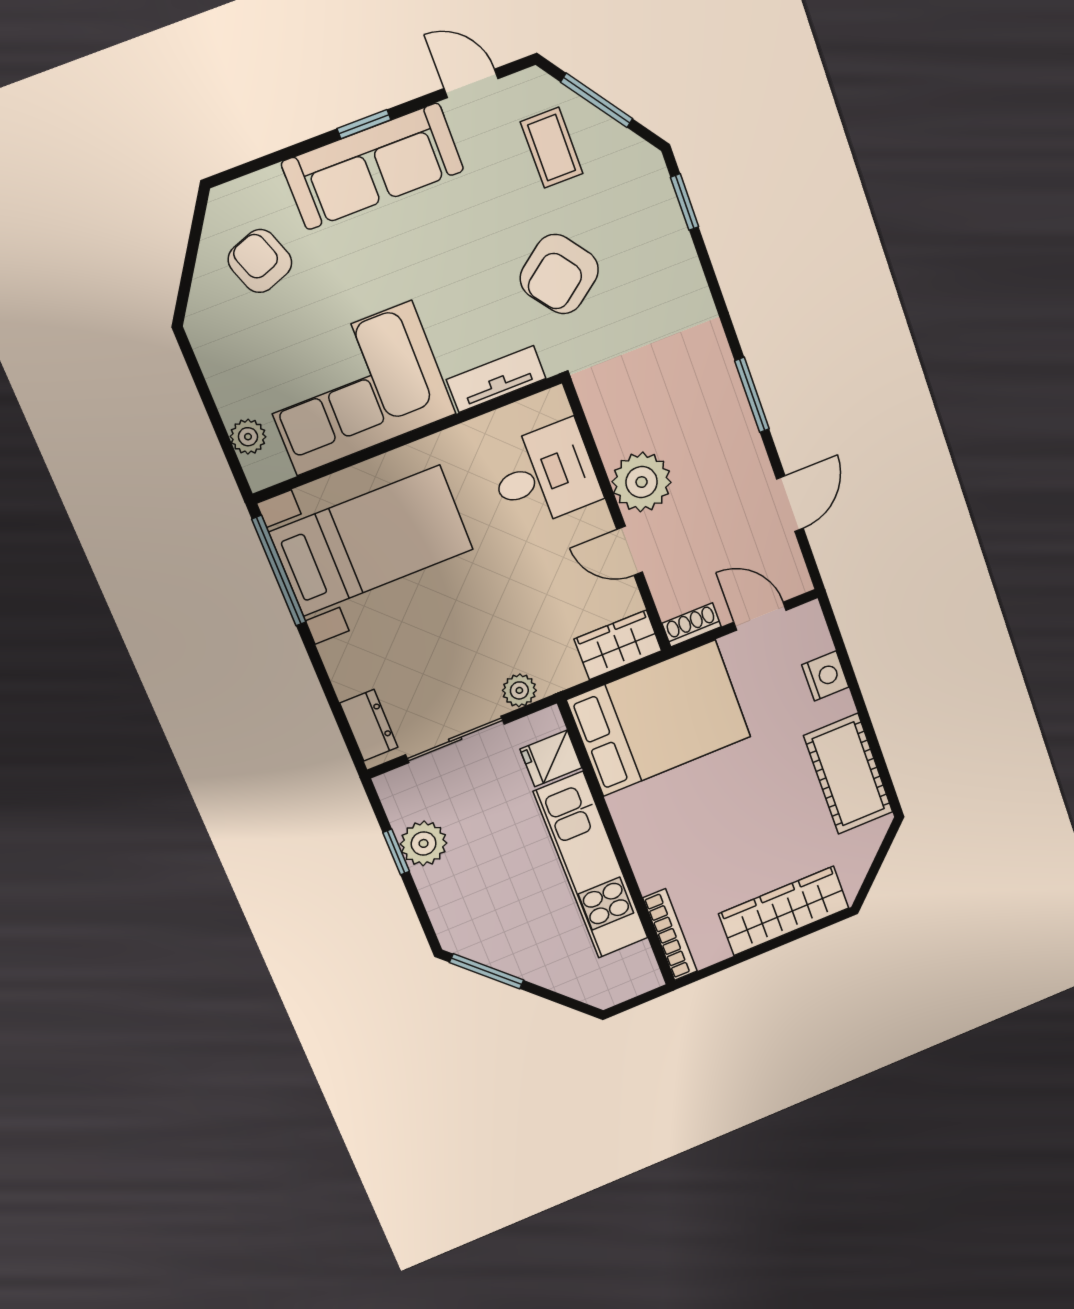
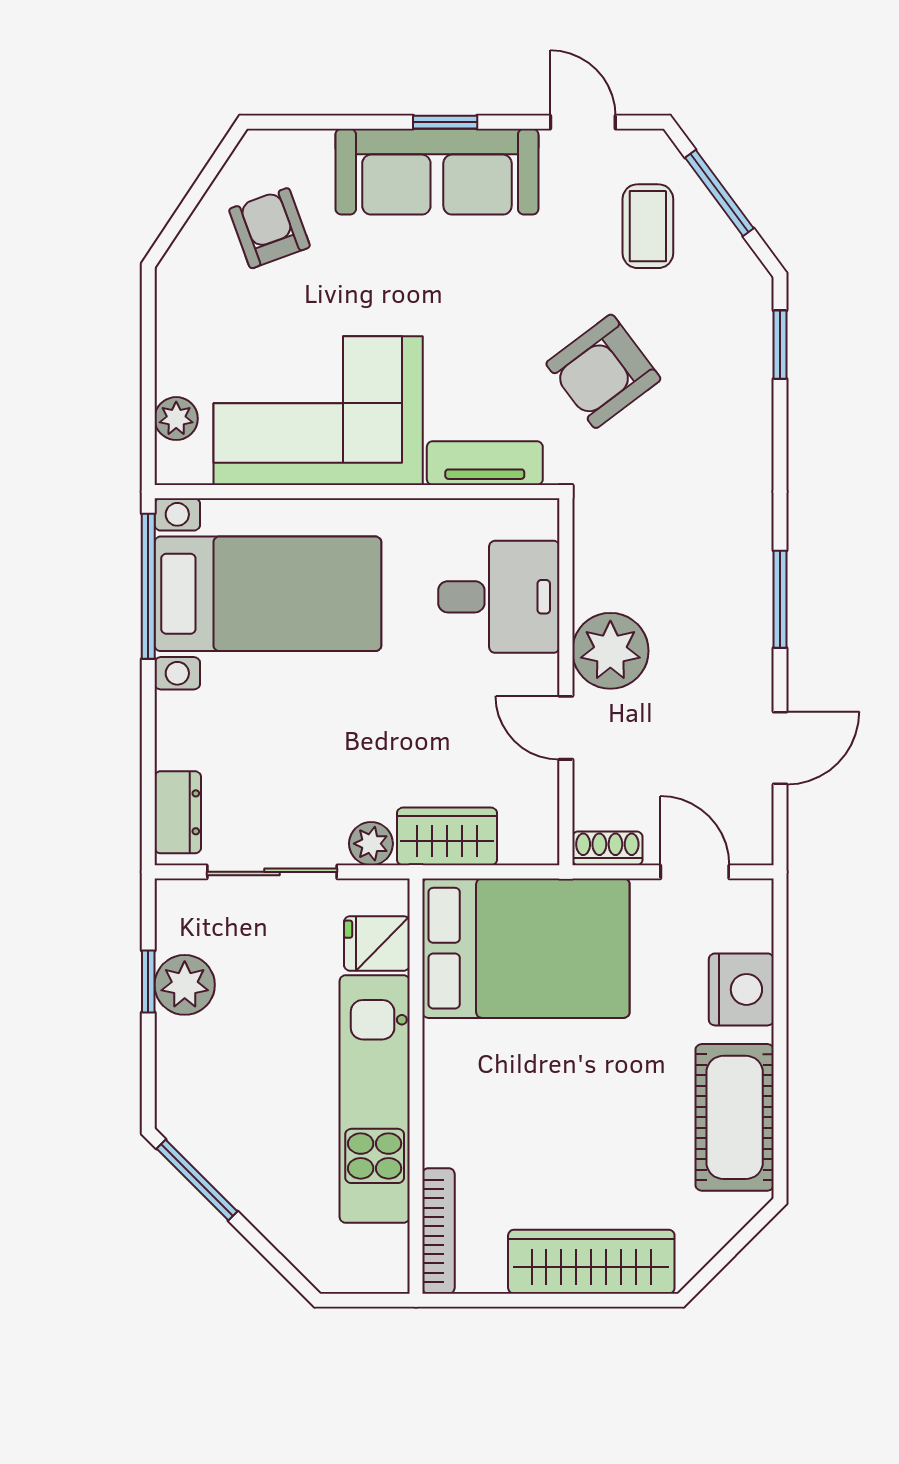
wardrobe: (618, 645) -> (447, 836), moved
nightstand: (825, 676) -> (741, 989), width x1.36, depth x1.33

